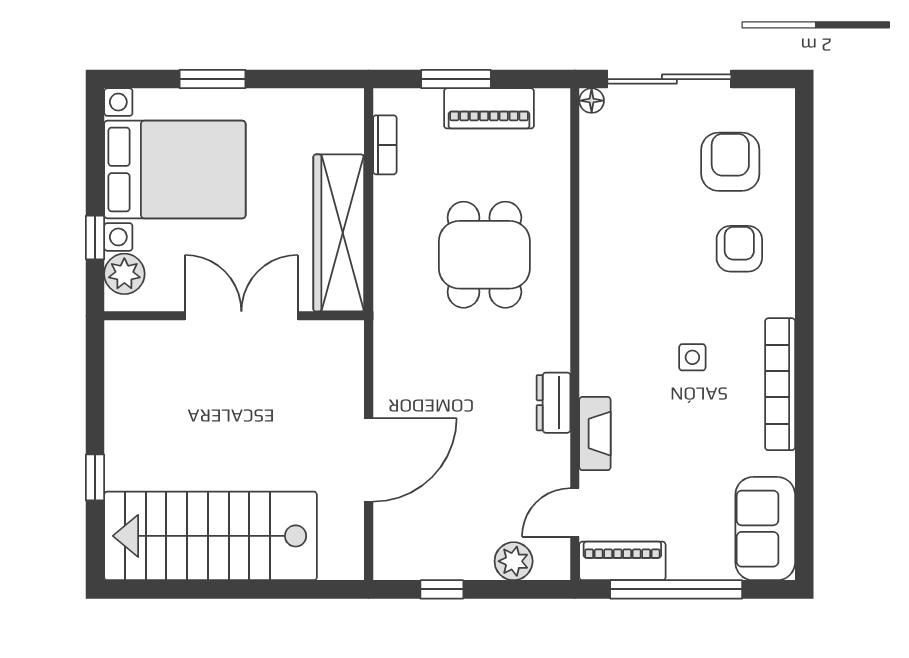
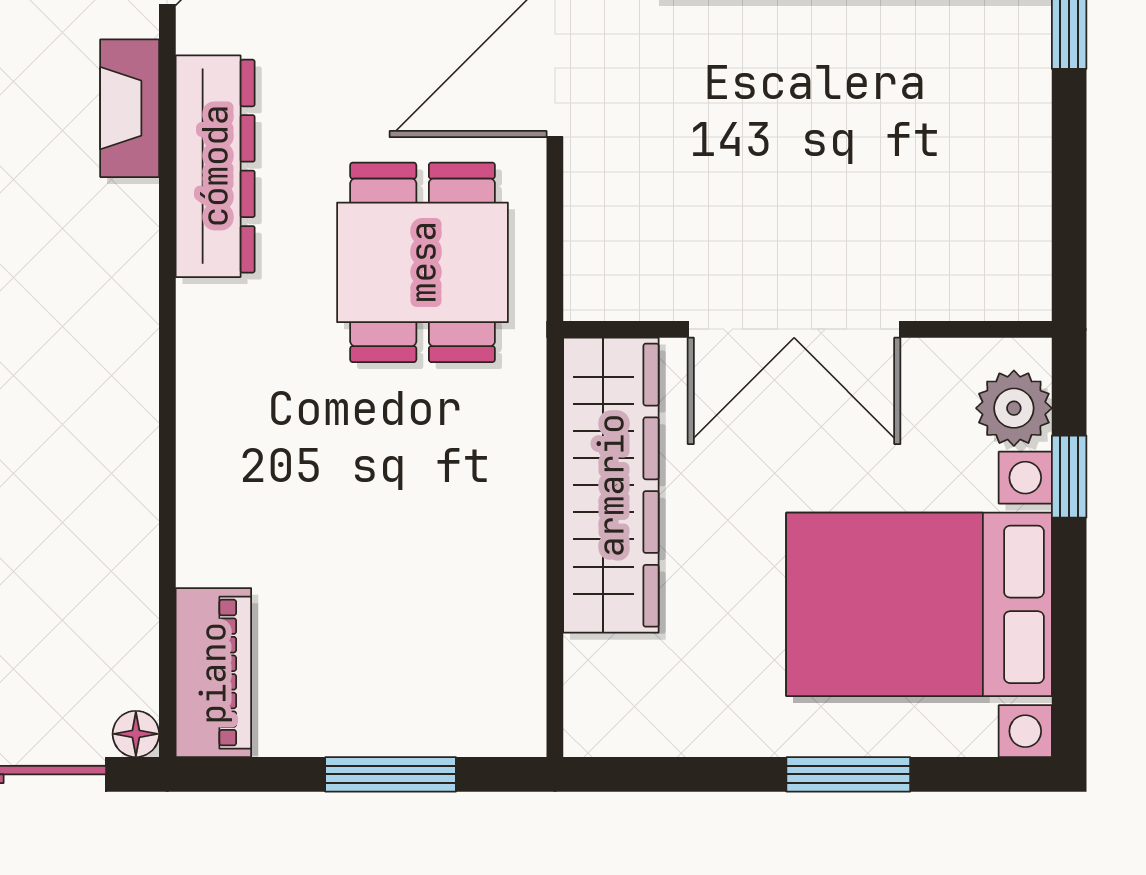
piano: (489, 108) -> (213, 673), moved, turned 90
bookcase: (385, 145) -> (524, 651), removed
dining table: (484, 255) -> (423, 262), moved
dresser: (553, 403) -> (215, 166), width x1.96, depth x1.24

